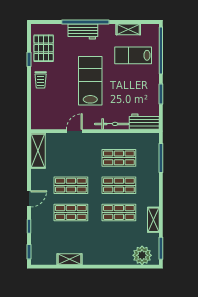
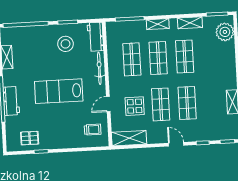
pallet: (44, 48) -> (30, 138), width x0.67, depth x0.71
lab bench: (133, 55) -> (32, 51), removed
trolley: (41, 80) -> (93, 130), moved
stool: (139, 90) -> (65, 44), added
door: (74, 131) -> (108, 104), hinge flipped
display table: (71, 158) -> (135, 106), added
shelving: (154, 187) -> (158, 24), added

